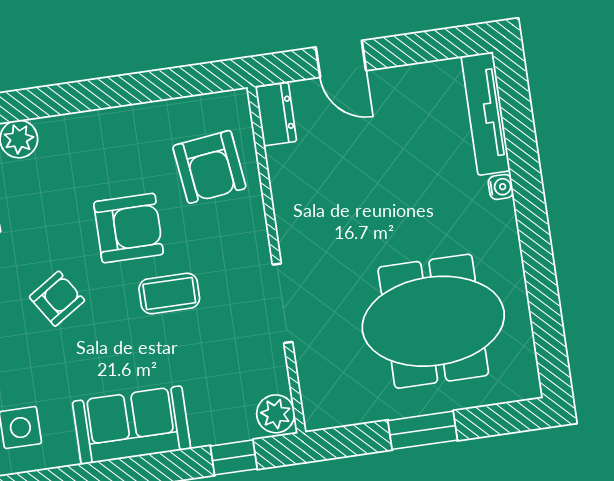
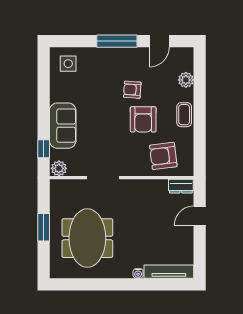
coffee table: (169, 294) -> (184, 115), moved
armchair: (57, 299) -> (132, 90), moved, turned 127
sofa: (132, 425) -> (63, 126), moved

